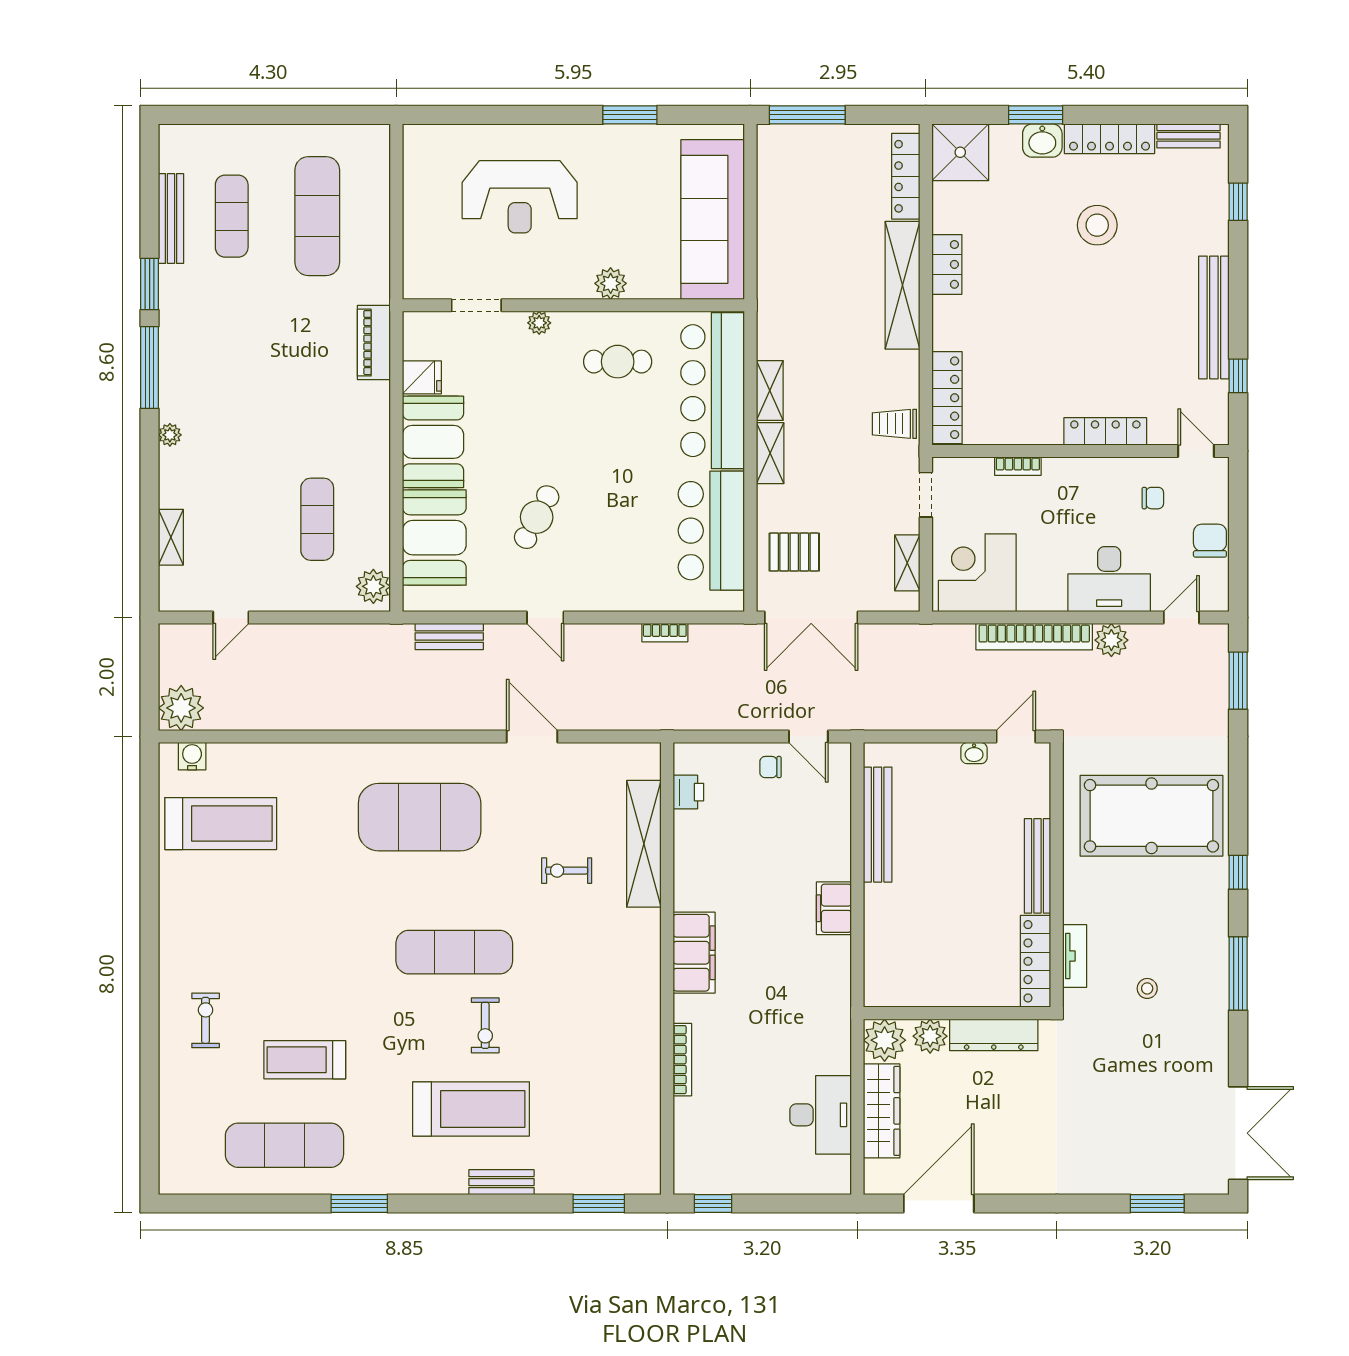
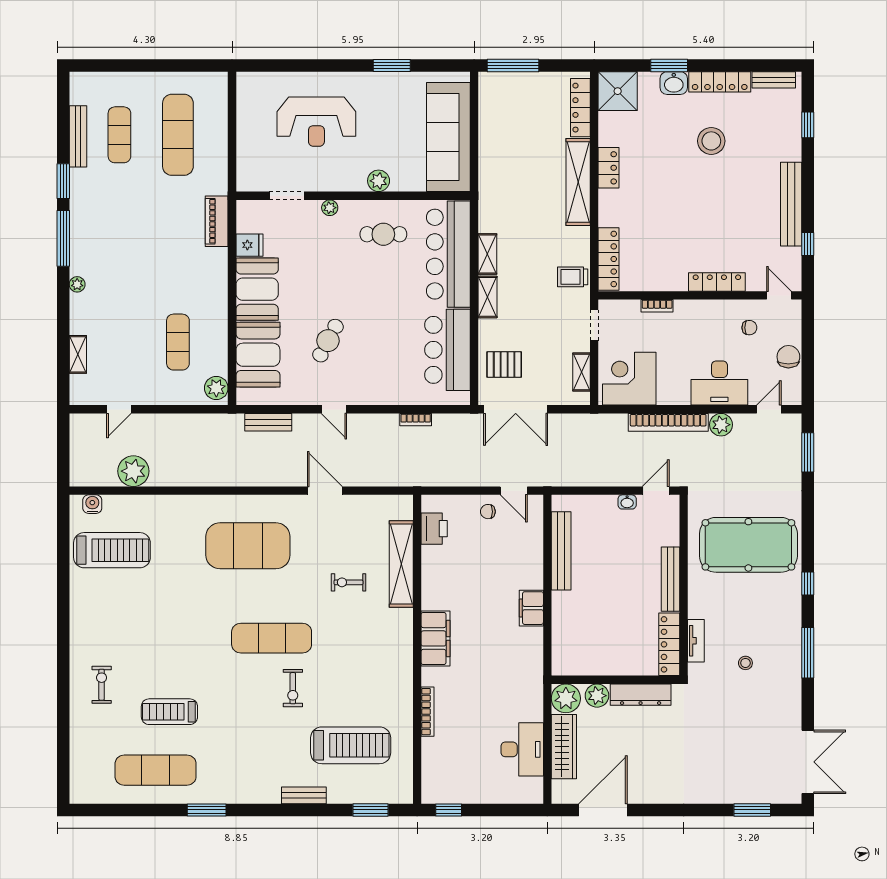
plant: (181, 708) -> (133, 471), moved
printer: (688, 792) -> (434, 529), width x1.36, depth x1.24
treadmill: (471, 1109) -> (351, 745), moved

